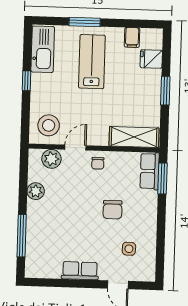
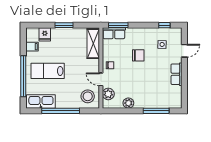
window: (85, 22) -> (23, 76), width x2.11
window: (26, 81) -> (61, 111), width x3.17
window: (160, 253) -> (164, 25), added

